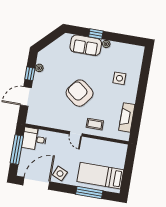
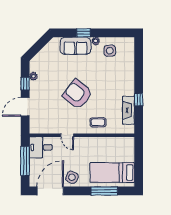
side table: (119, 78) -> (110, 51), moved
window: (139, 109) -> (139, 100), added
door: (76, 134) -> (67, 135), moved

